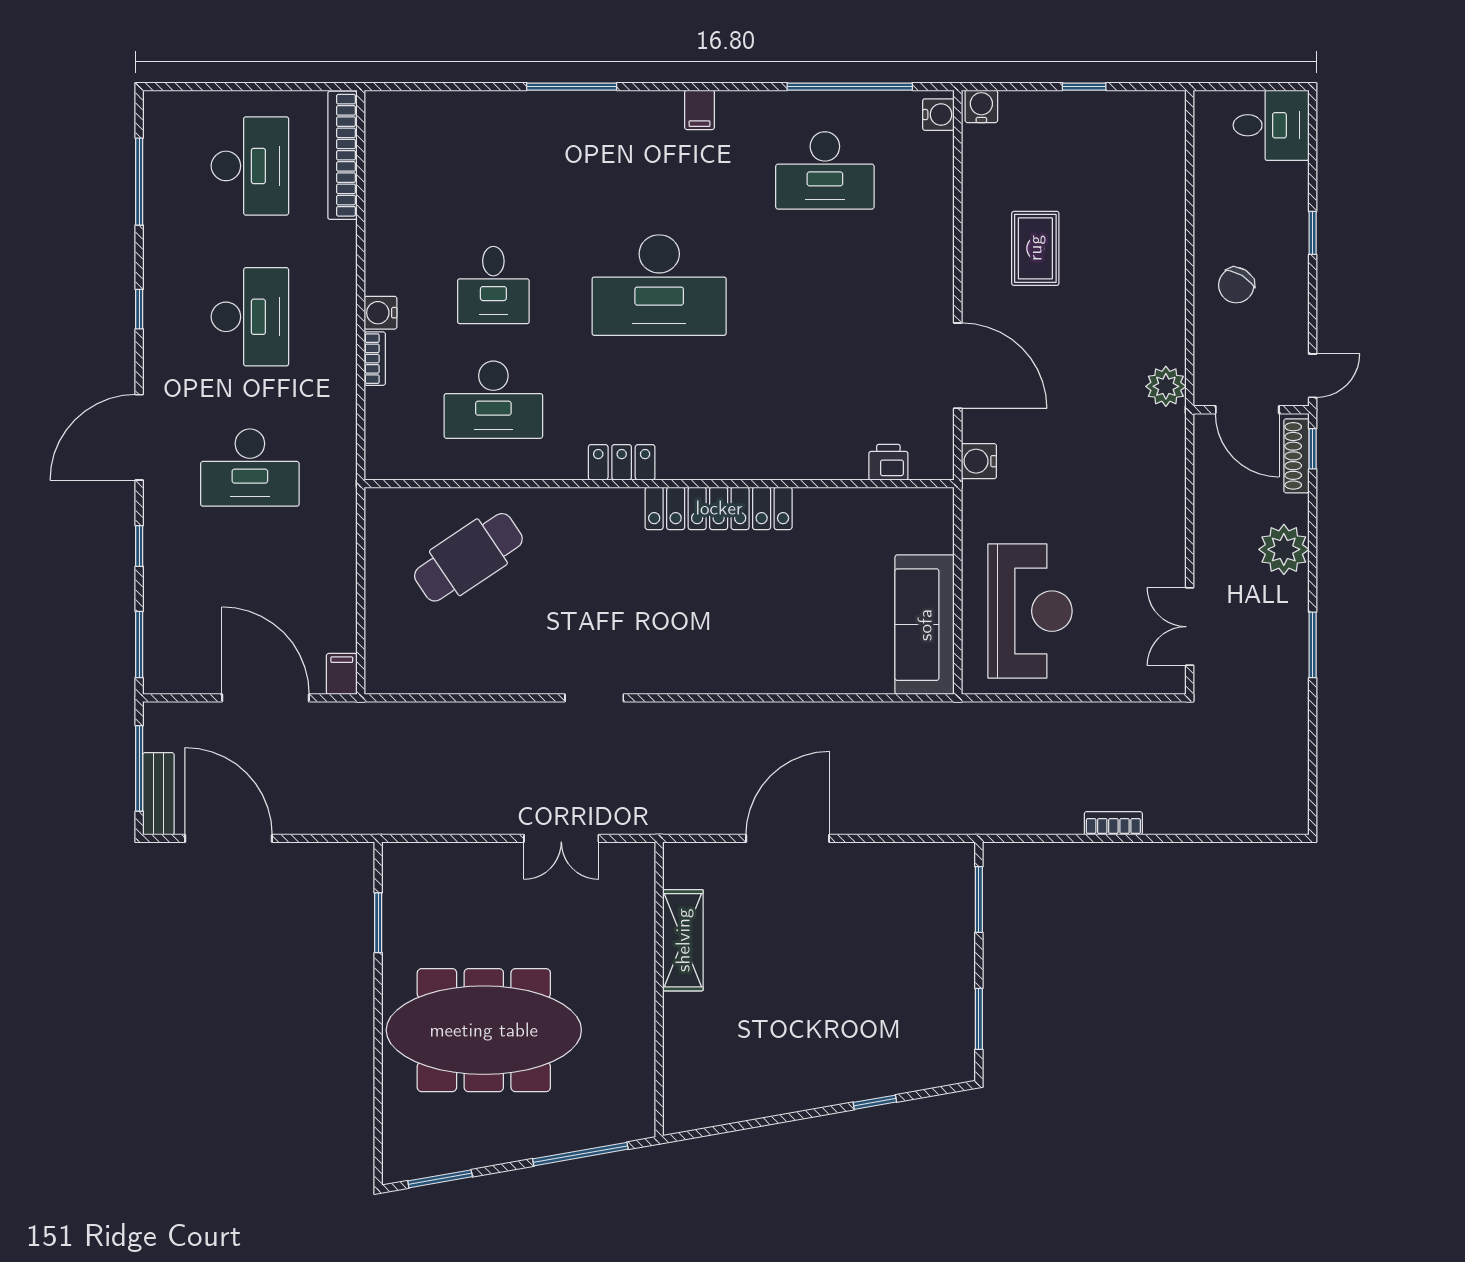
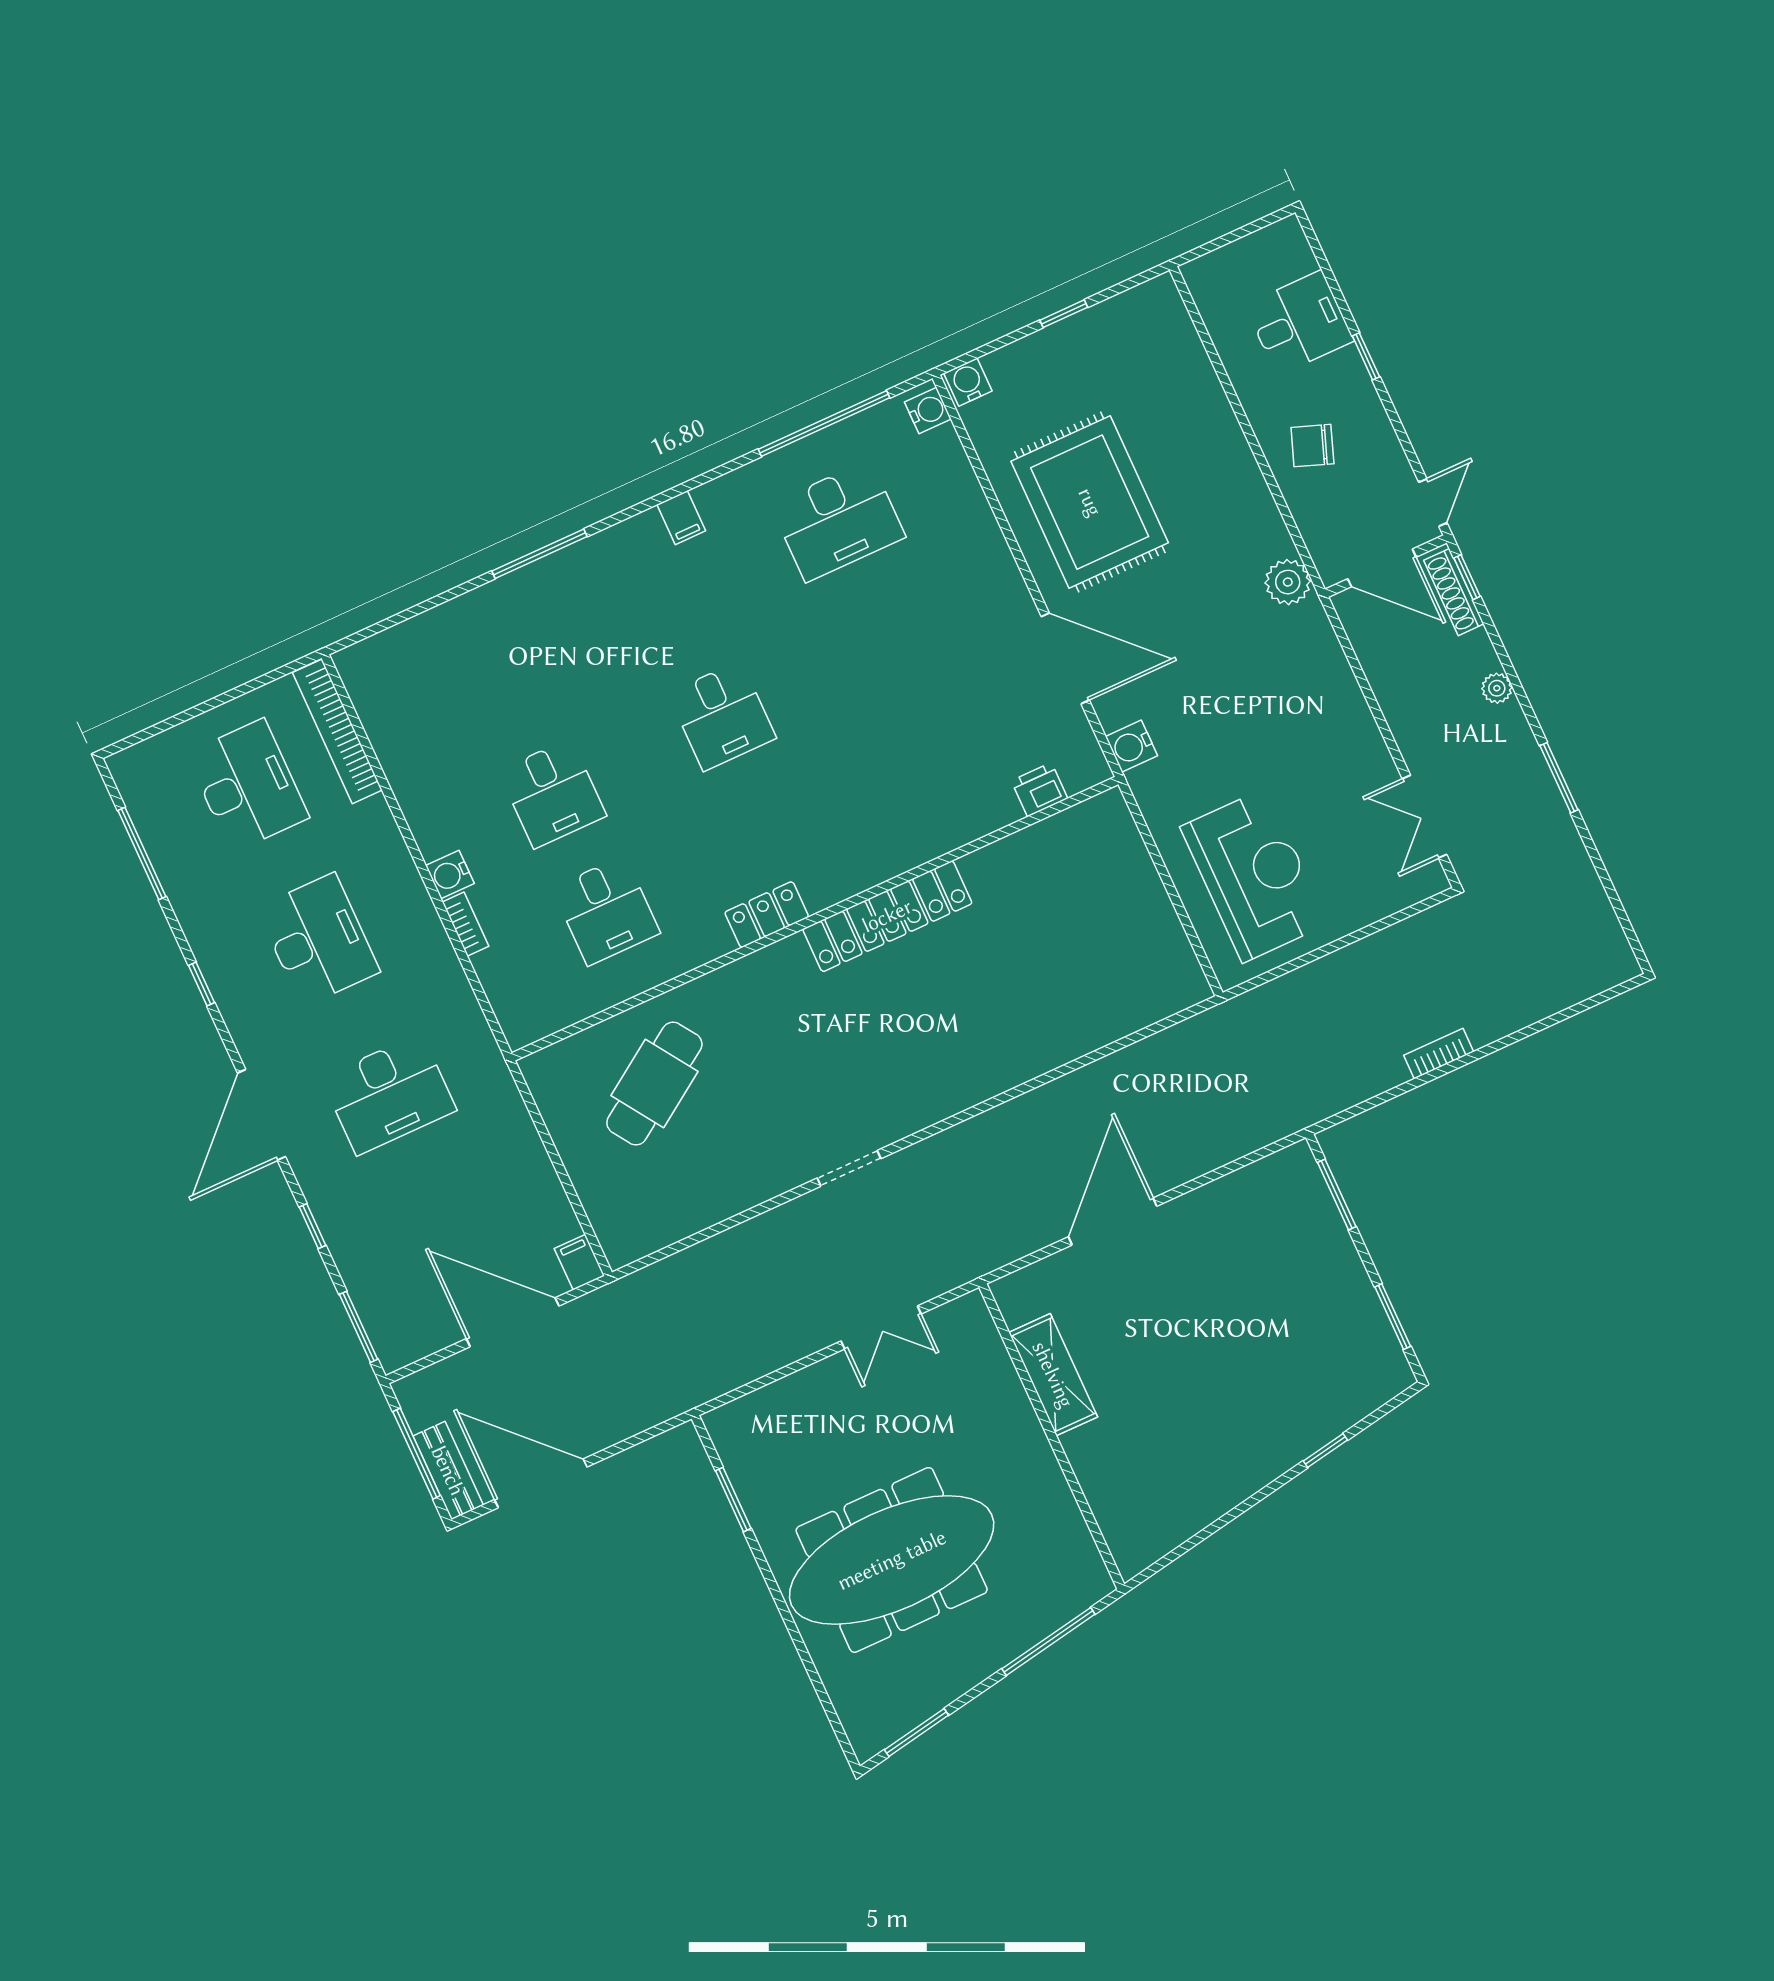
desk: (1271, 125) -> (1299, 323), moved
rug: (1035, 248) -> (1090, 502), width x1.86, depth x2.06
desk: (659, 285) -> (722, 716), width x0.53, depth x0.77
chair: (1236, 285) -> (1312, 446), turned 79
desk: (493, 400) -> (606, 911), width x0.73
plant: (1284, 549) -> (1497, 688), width x0.53, depth x0.53
sofa: (925, 625) -> (1153, 939), removed

